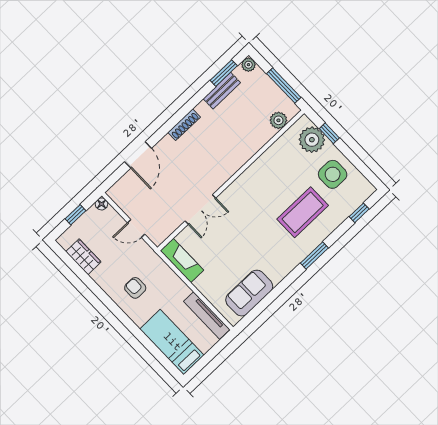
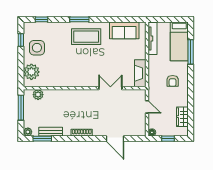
window: (329, 133) -> (21, 40), moved
door: (138, 155) -> (115, 139), swing flipped
coffee table: (303, 212) -> (86, 37), moved
window: (147, 343) -> (191, 52), added

